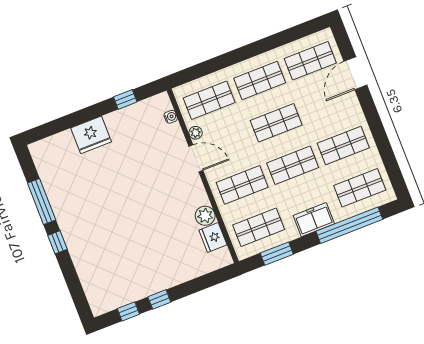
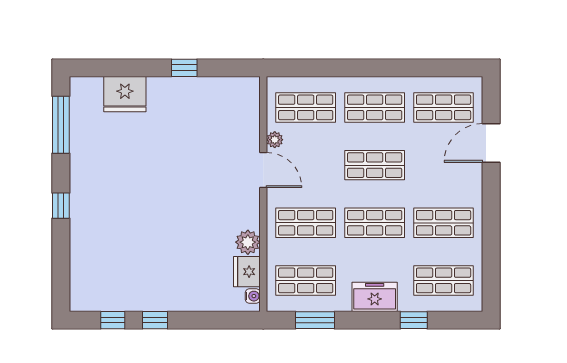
window: (125, 99) -> (184, 68), moved
water cooler: (171, 117) -> (253, 296), moved
fridge: (91, 135) -> (125, 94), moved
window: (42, 202) -> (61, 125), moved
window: (349, 225) -> (414, 320), width x0.32

